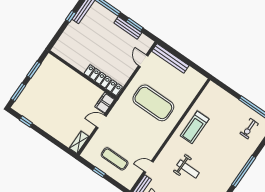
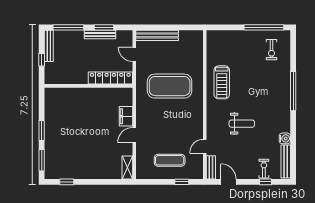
wall: (83, 75) -> (88, 86), moved
locker: (103, 80) -> (110, 78), moved
window: (99, 172) -> (182, 182), moved

